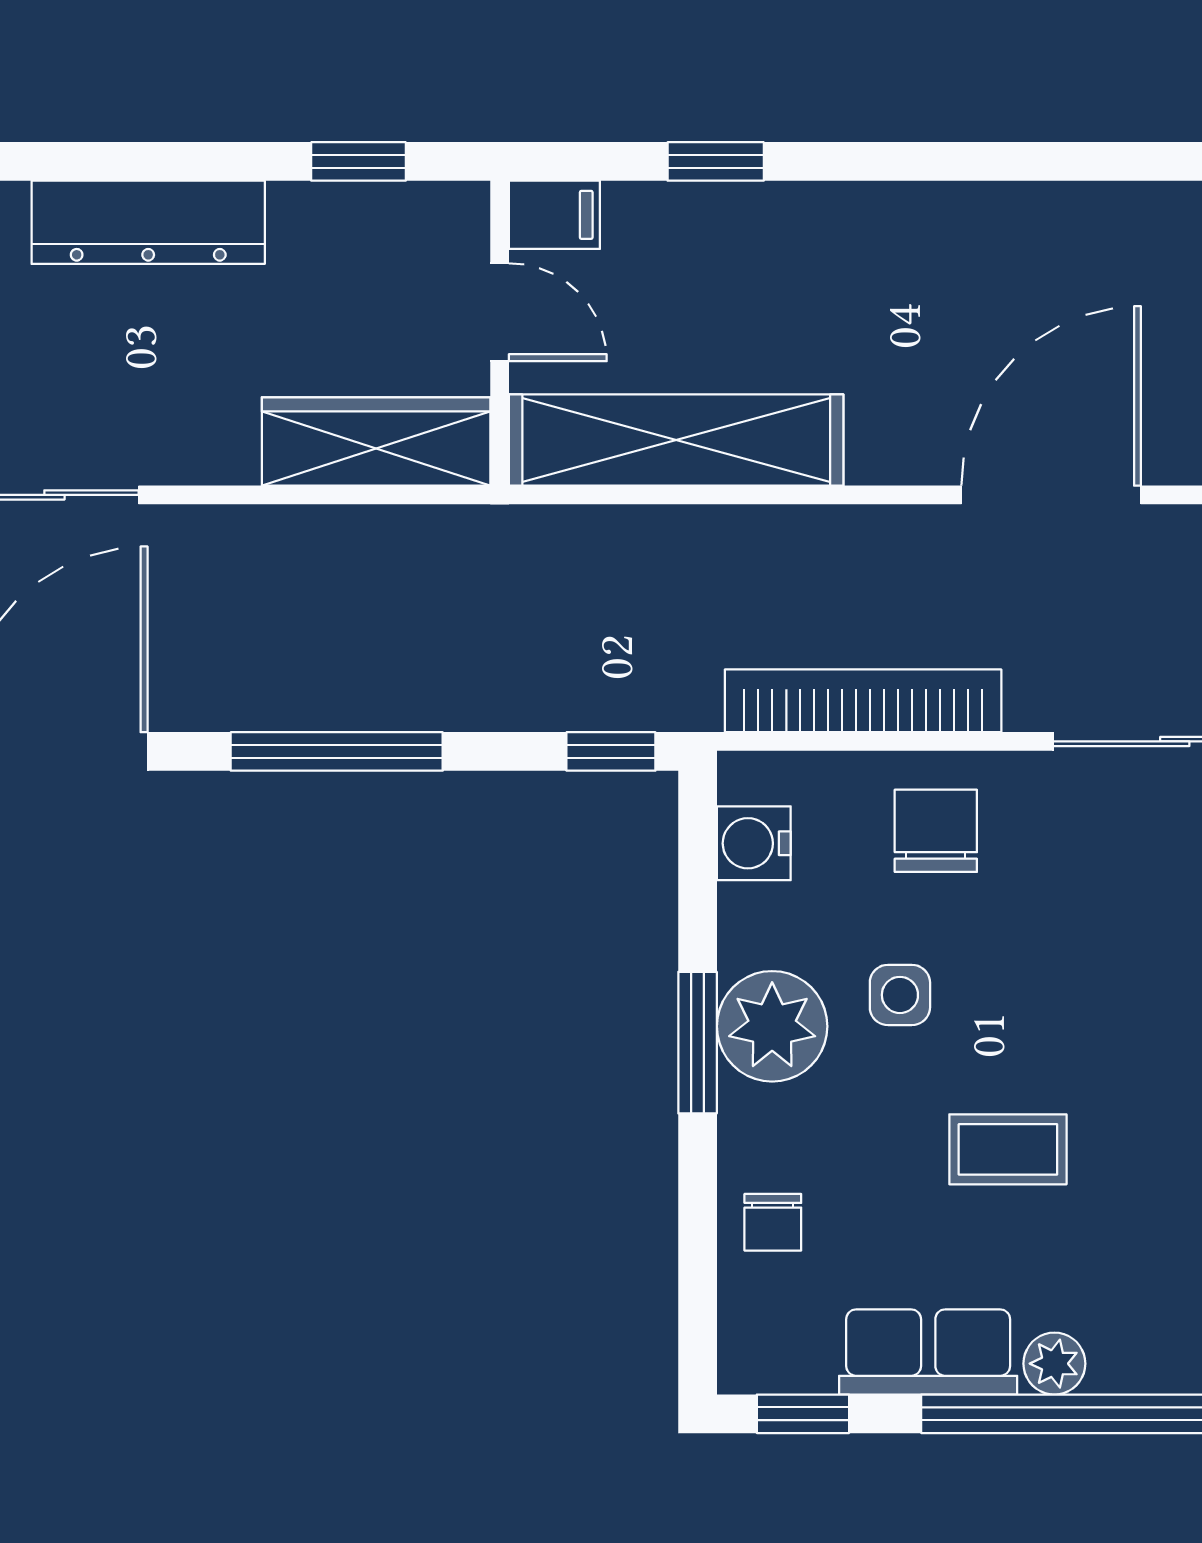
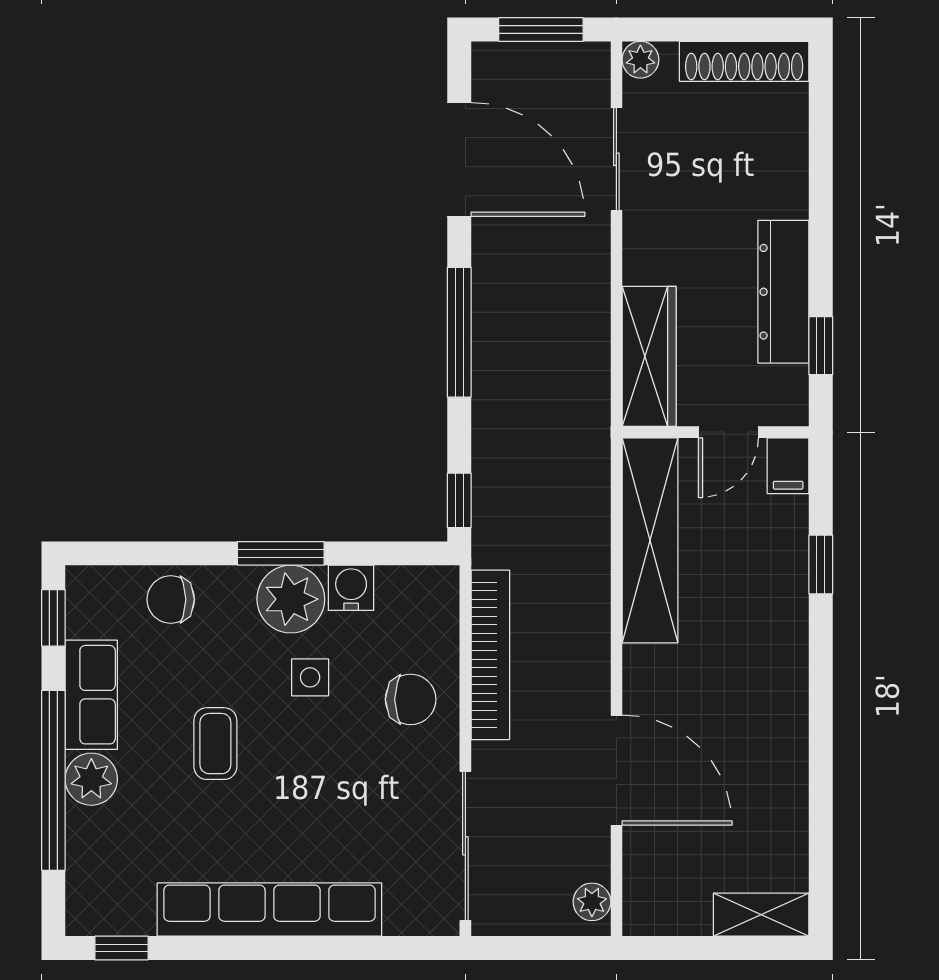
dresser: (148, 222) -> (783, 292), moved
water cooler: (754, 843) -> (351, 588), moved
chair: (773, 1222) -> (171, 599), width x1.37, depth x1.37
plant: (1054, 1364) -> (91, 779), width x1.38, depth x1.38

